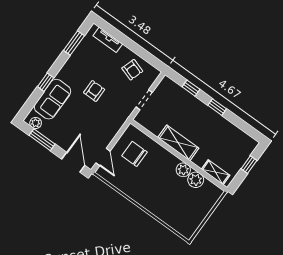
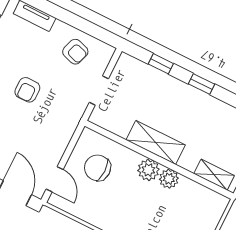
armchair: (94, 91) -> (27, 90), turned 180
plant: (196, 180) -> (148, 170), moved

